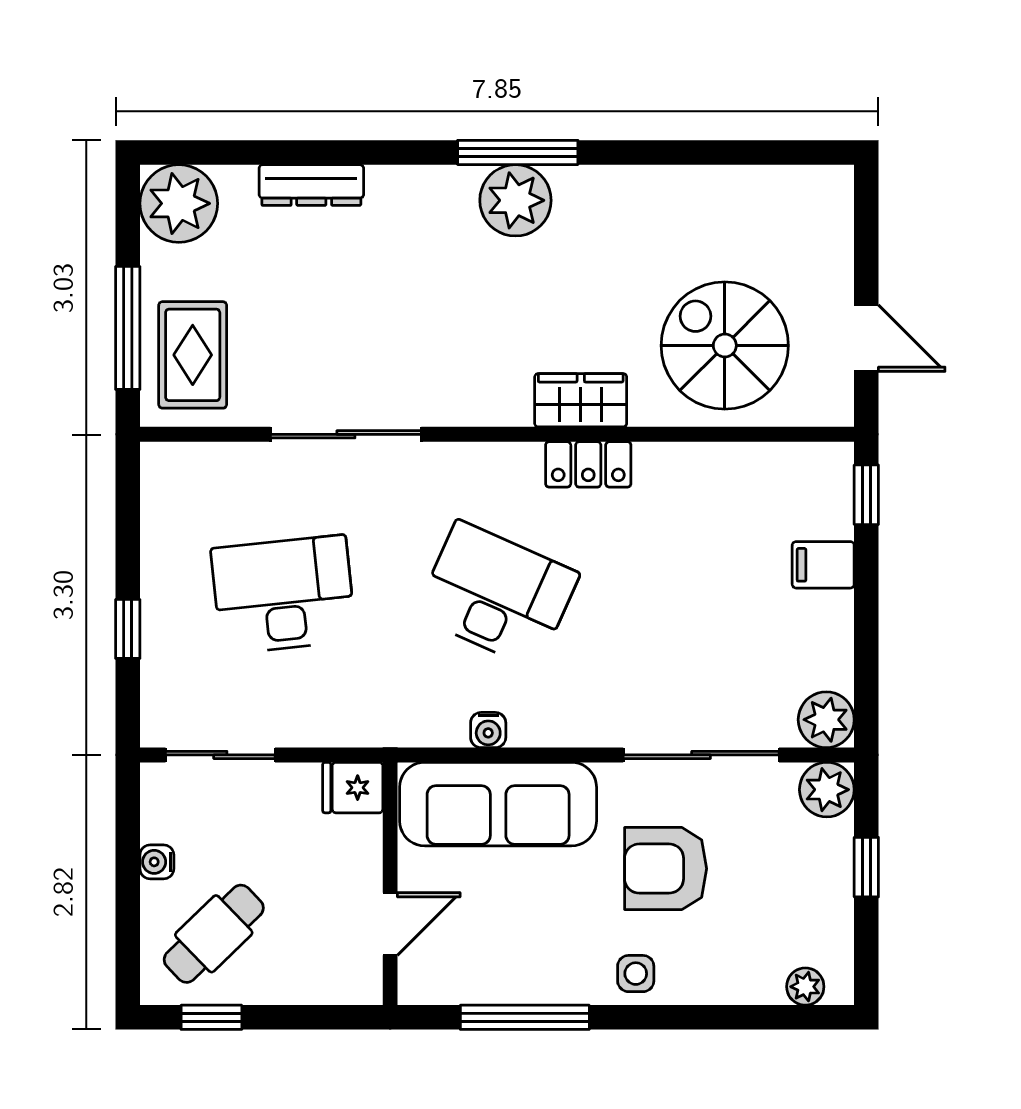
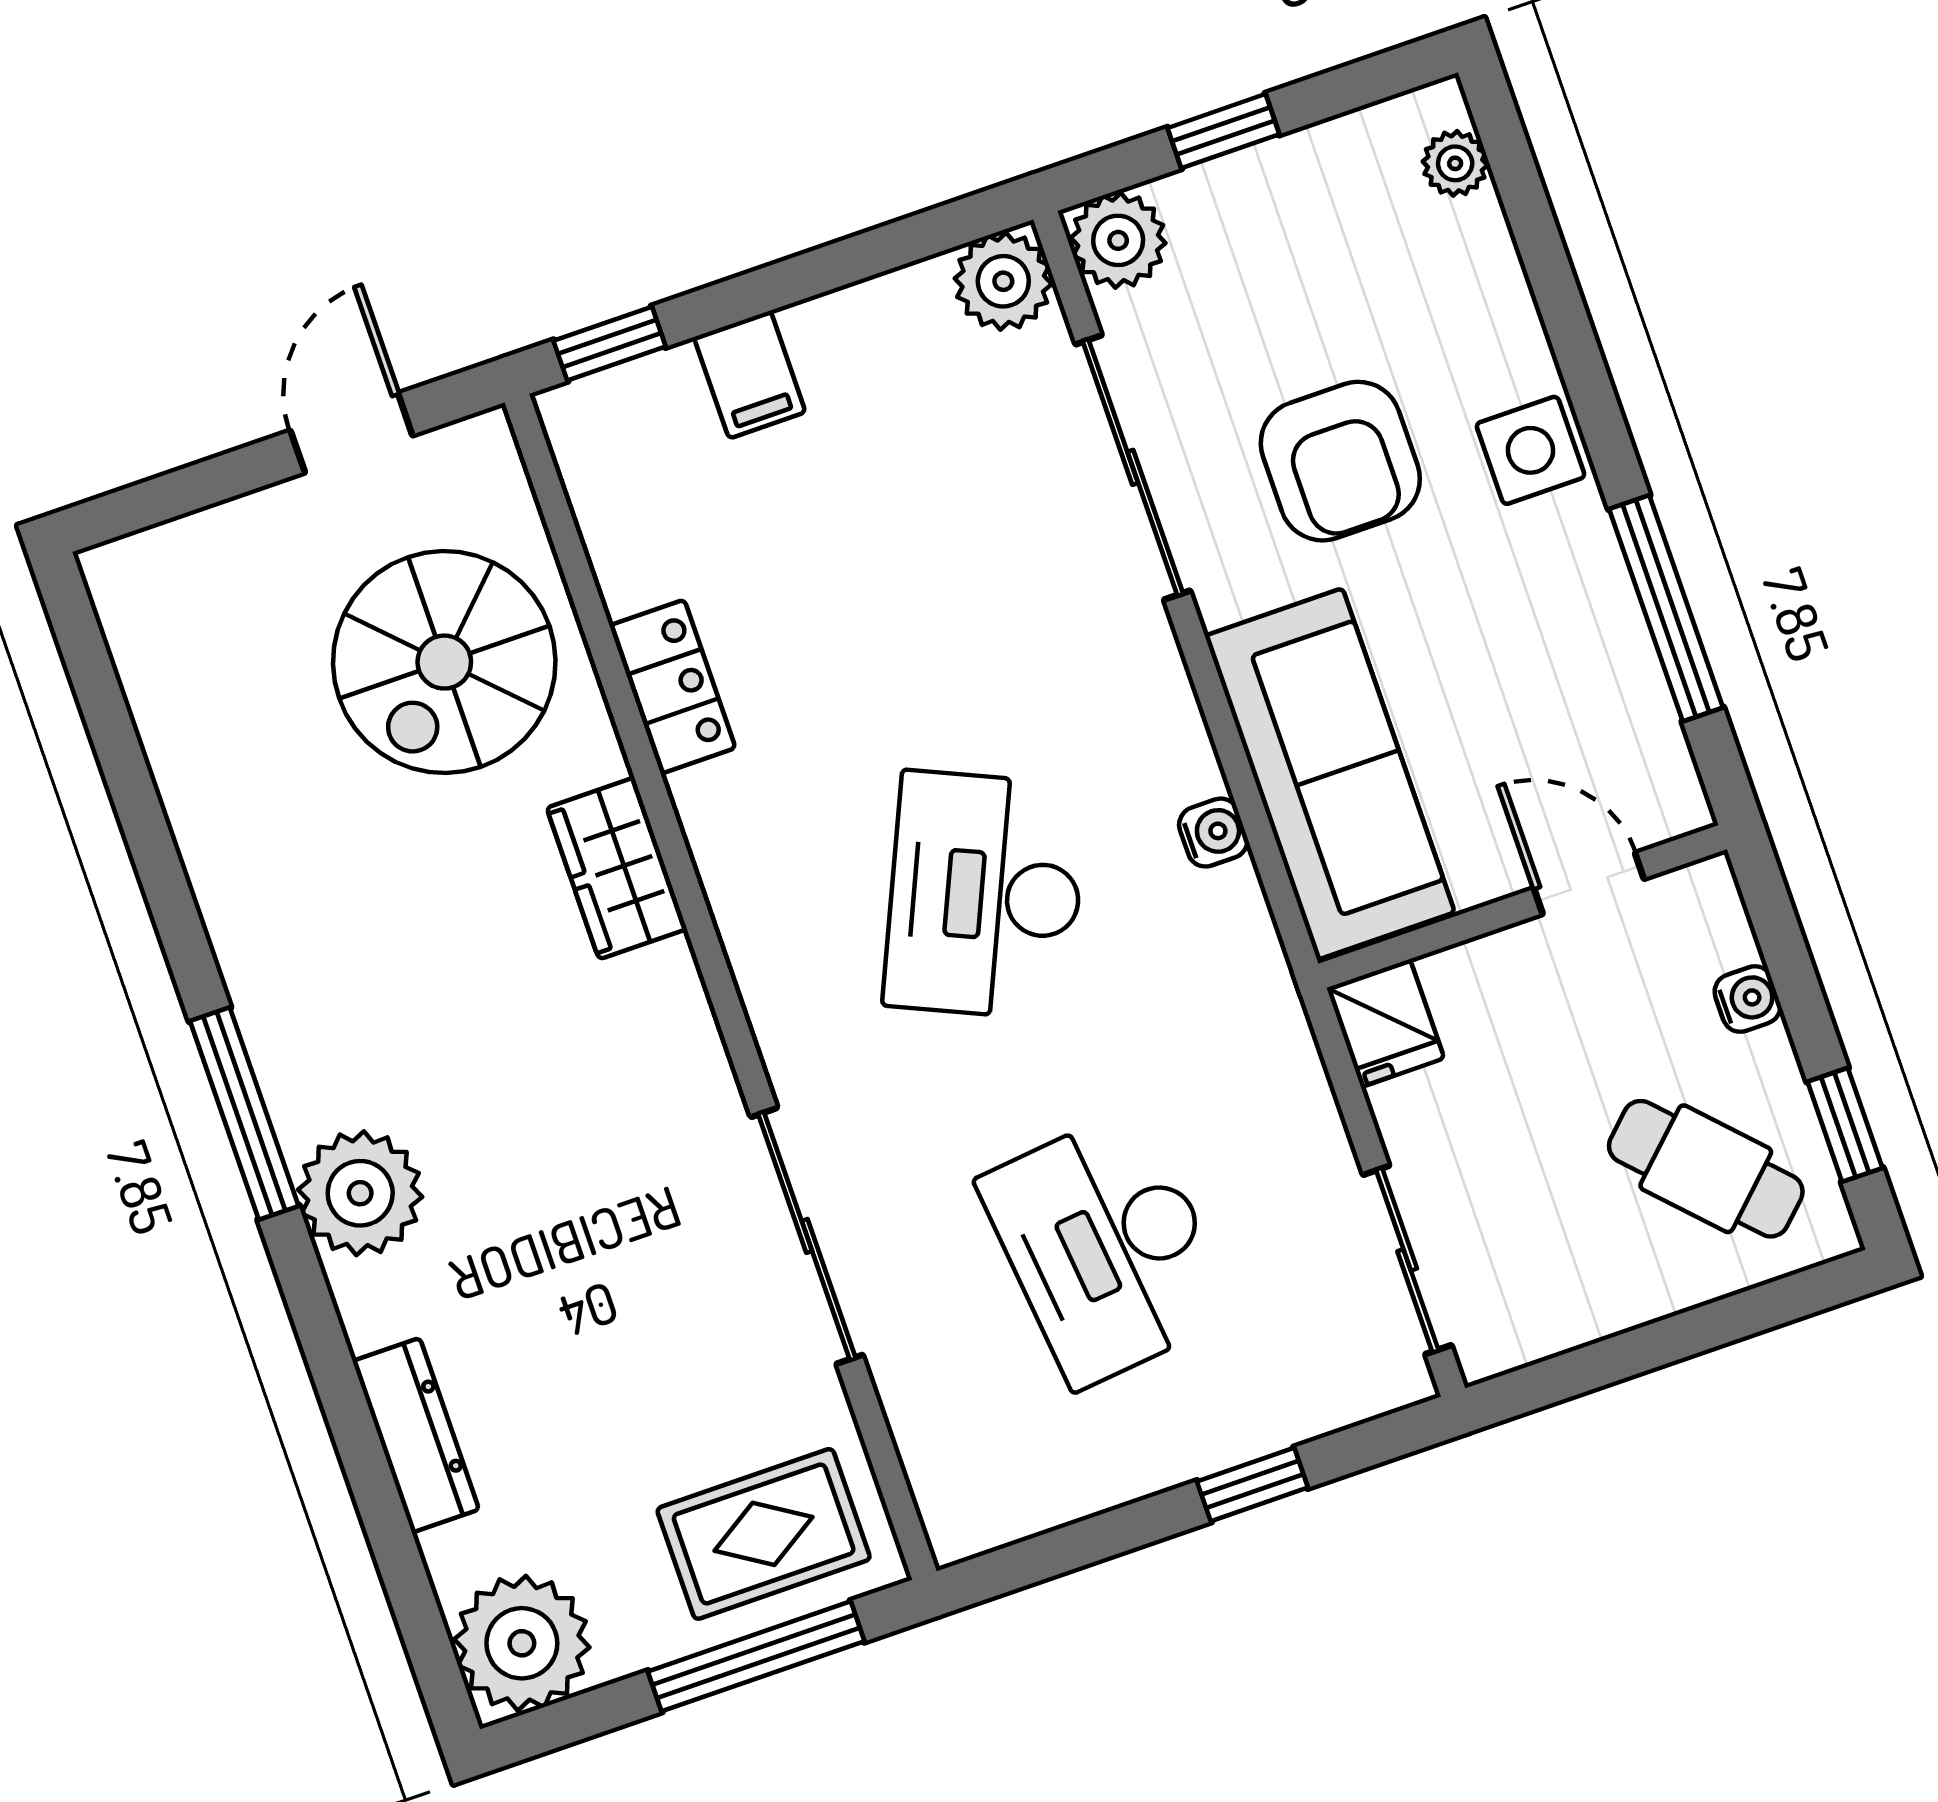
plant: (515, 200) -> (360, 1193), moved
locker: (588, 464) -> (672, 687), moved
water cooler: (157, 862) -> (1748, 999), moved, turned -90
side table: (636, 974) -> (1530, 450), width x1.37, depth x1.37

